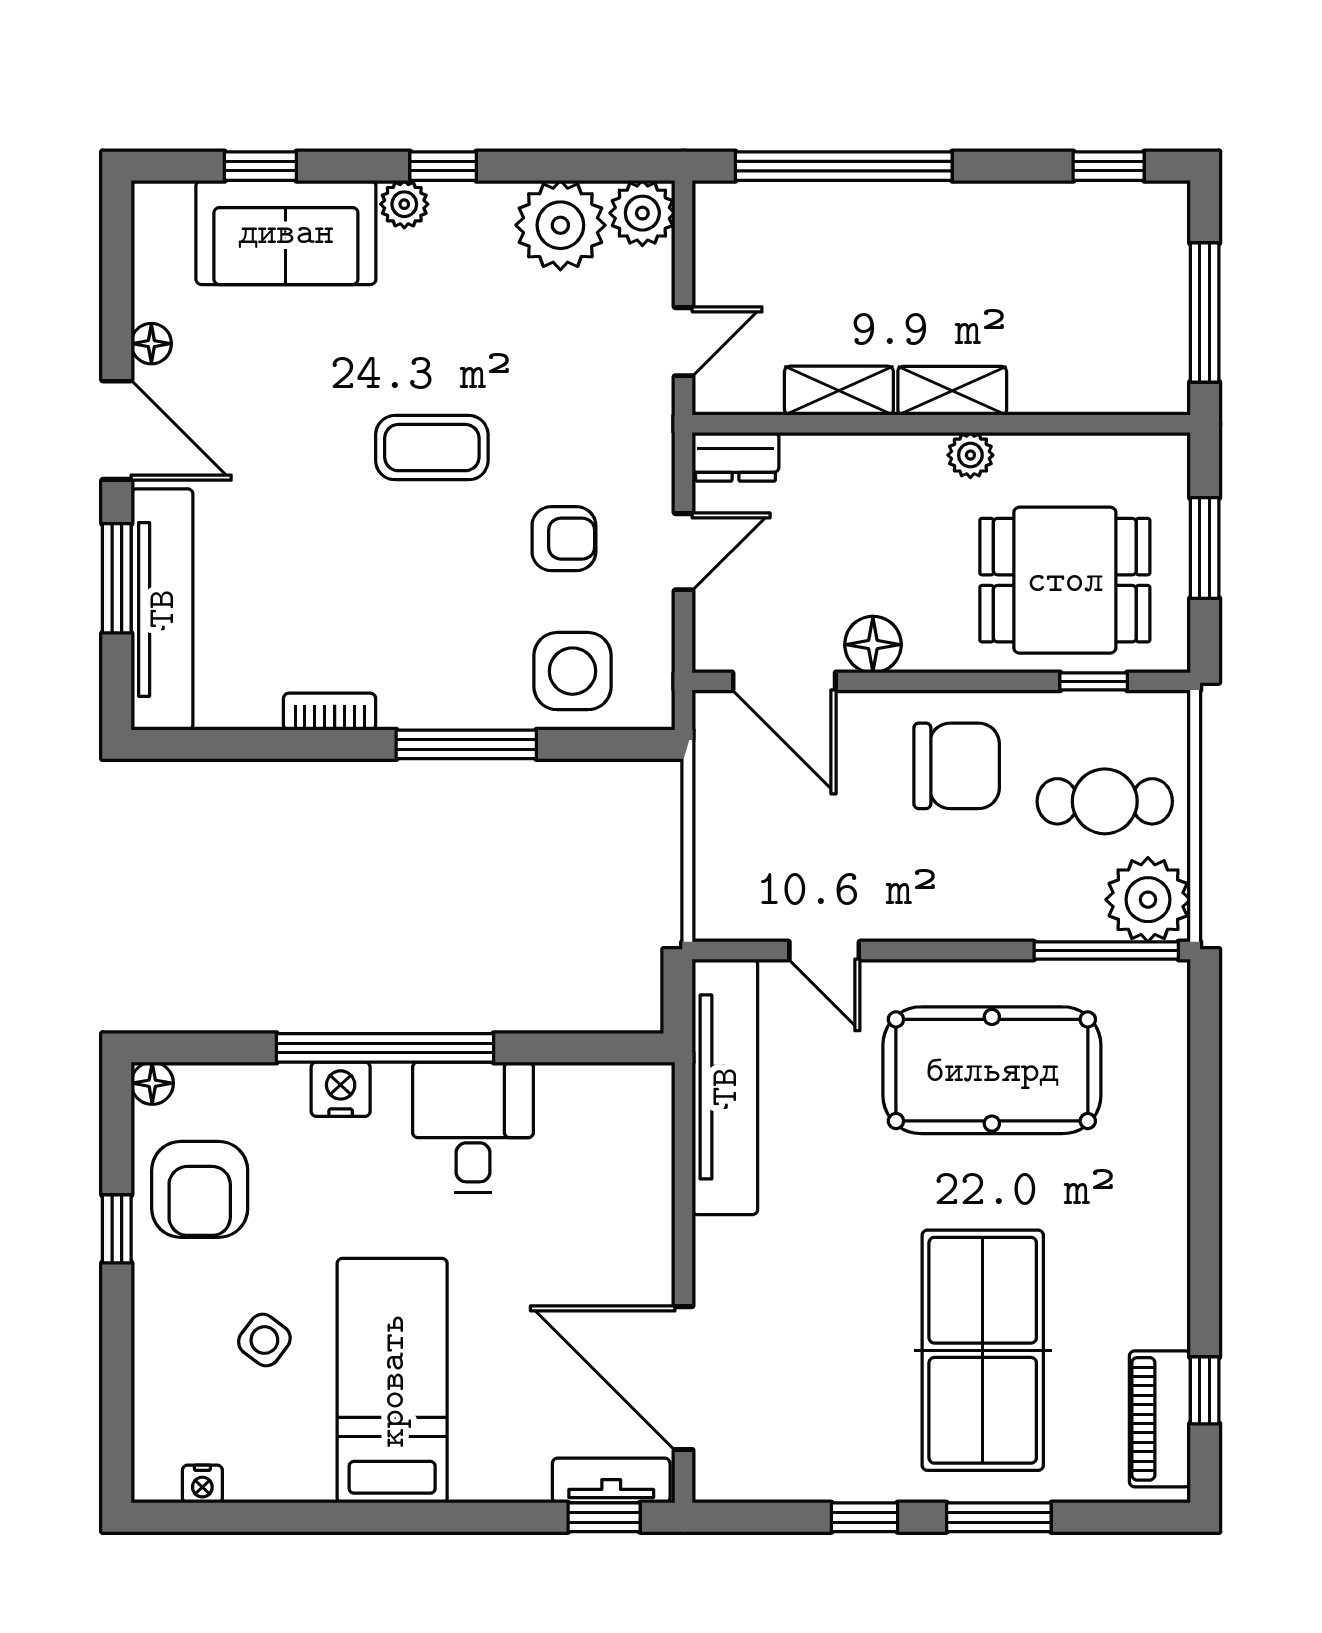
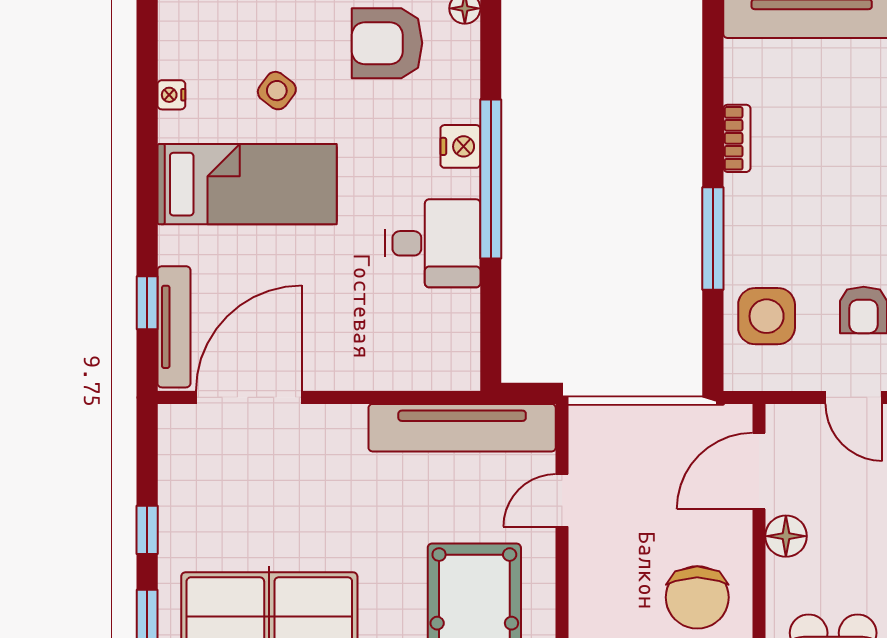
tv unit: (611, 1481) -> (174, 327), width x1.41
nightstand: (202, 1484) -> (171, 95), moved
window: (604, 1517) -> (147, 303), moved

